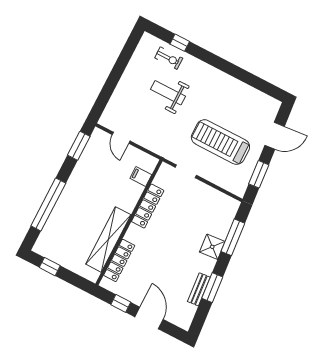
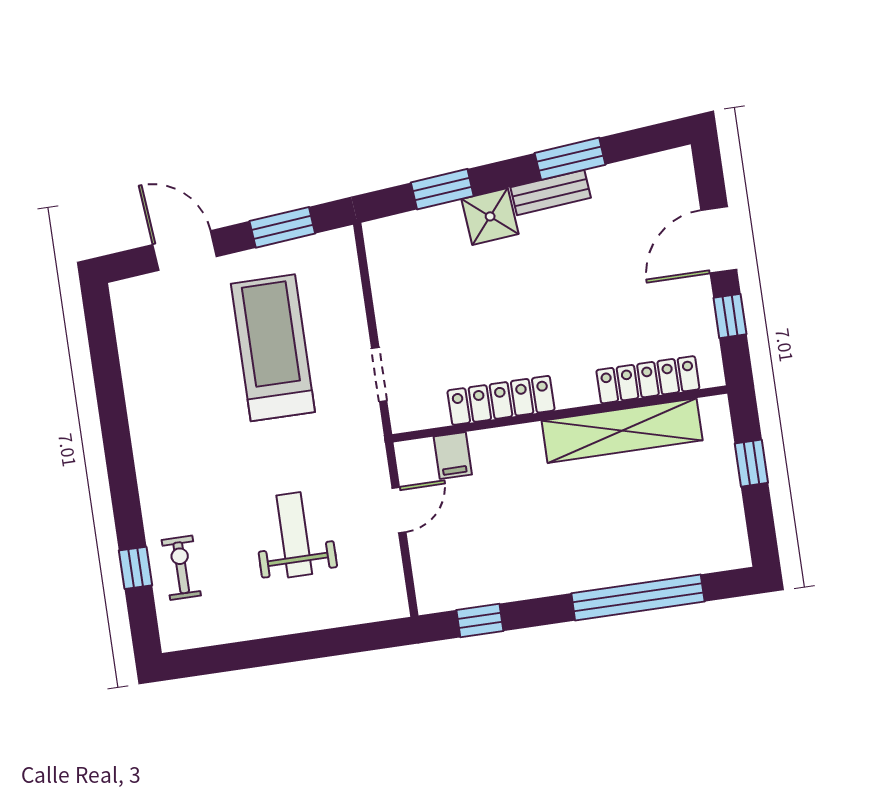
weight bench: (168, 93) -> (294, 535), moved, turned 180
door: (121, 138) -> (399, 510), moved
treadmill: (220, 142) -> (273, 348), turned 180
window: (79, 146) -> (480, 621), width x0.67
window: (233, 237) -> (442, 189), width x0.69
window: (50, 267) -> (751, 463), moved
bench: (199, 289) -> (551, 192), moved

